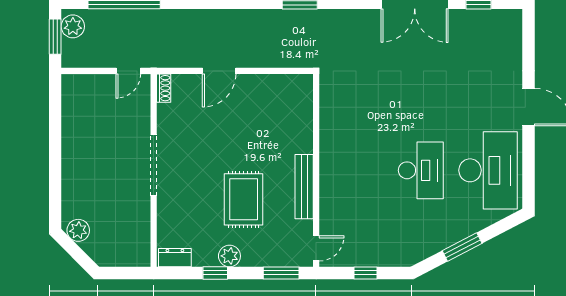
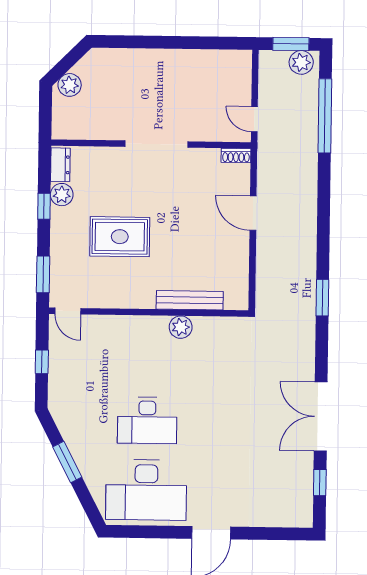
plant: (330, 139) -> (181, 327), added
bench: (304, 187) -> (190, 300), moved
plant: (78, 230) -> (70, 85), moved
plant: (229, 256) -> (62, 195), moved

